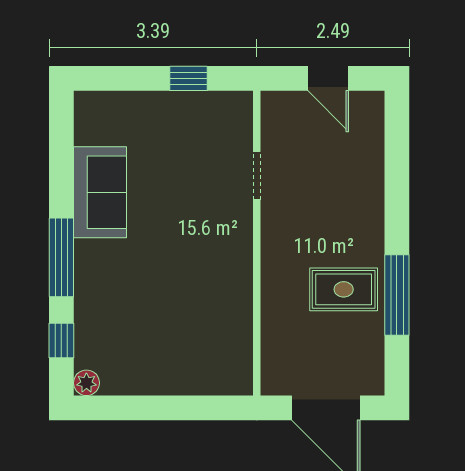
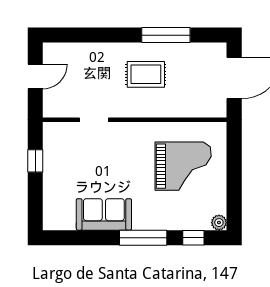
rug: (344, 289) -> (146, 74), moved, turned 90
grand piano: (180, 324) -> (183, 166), added

